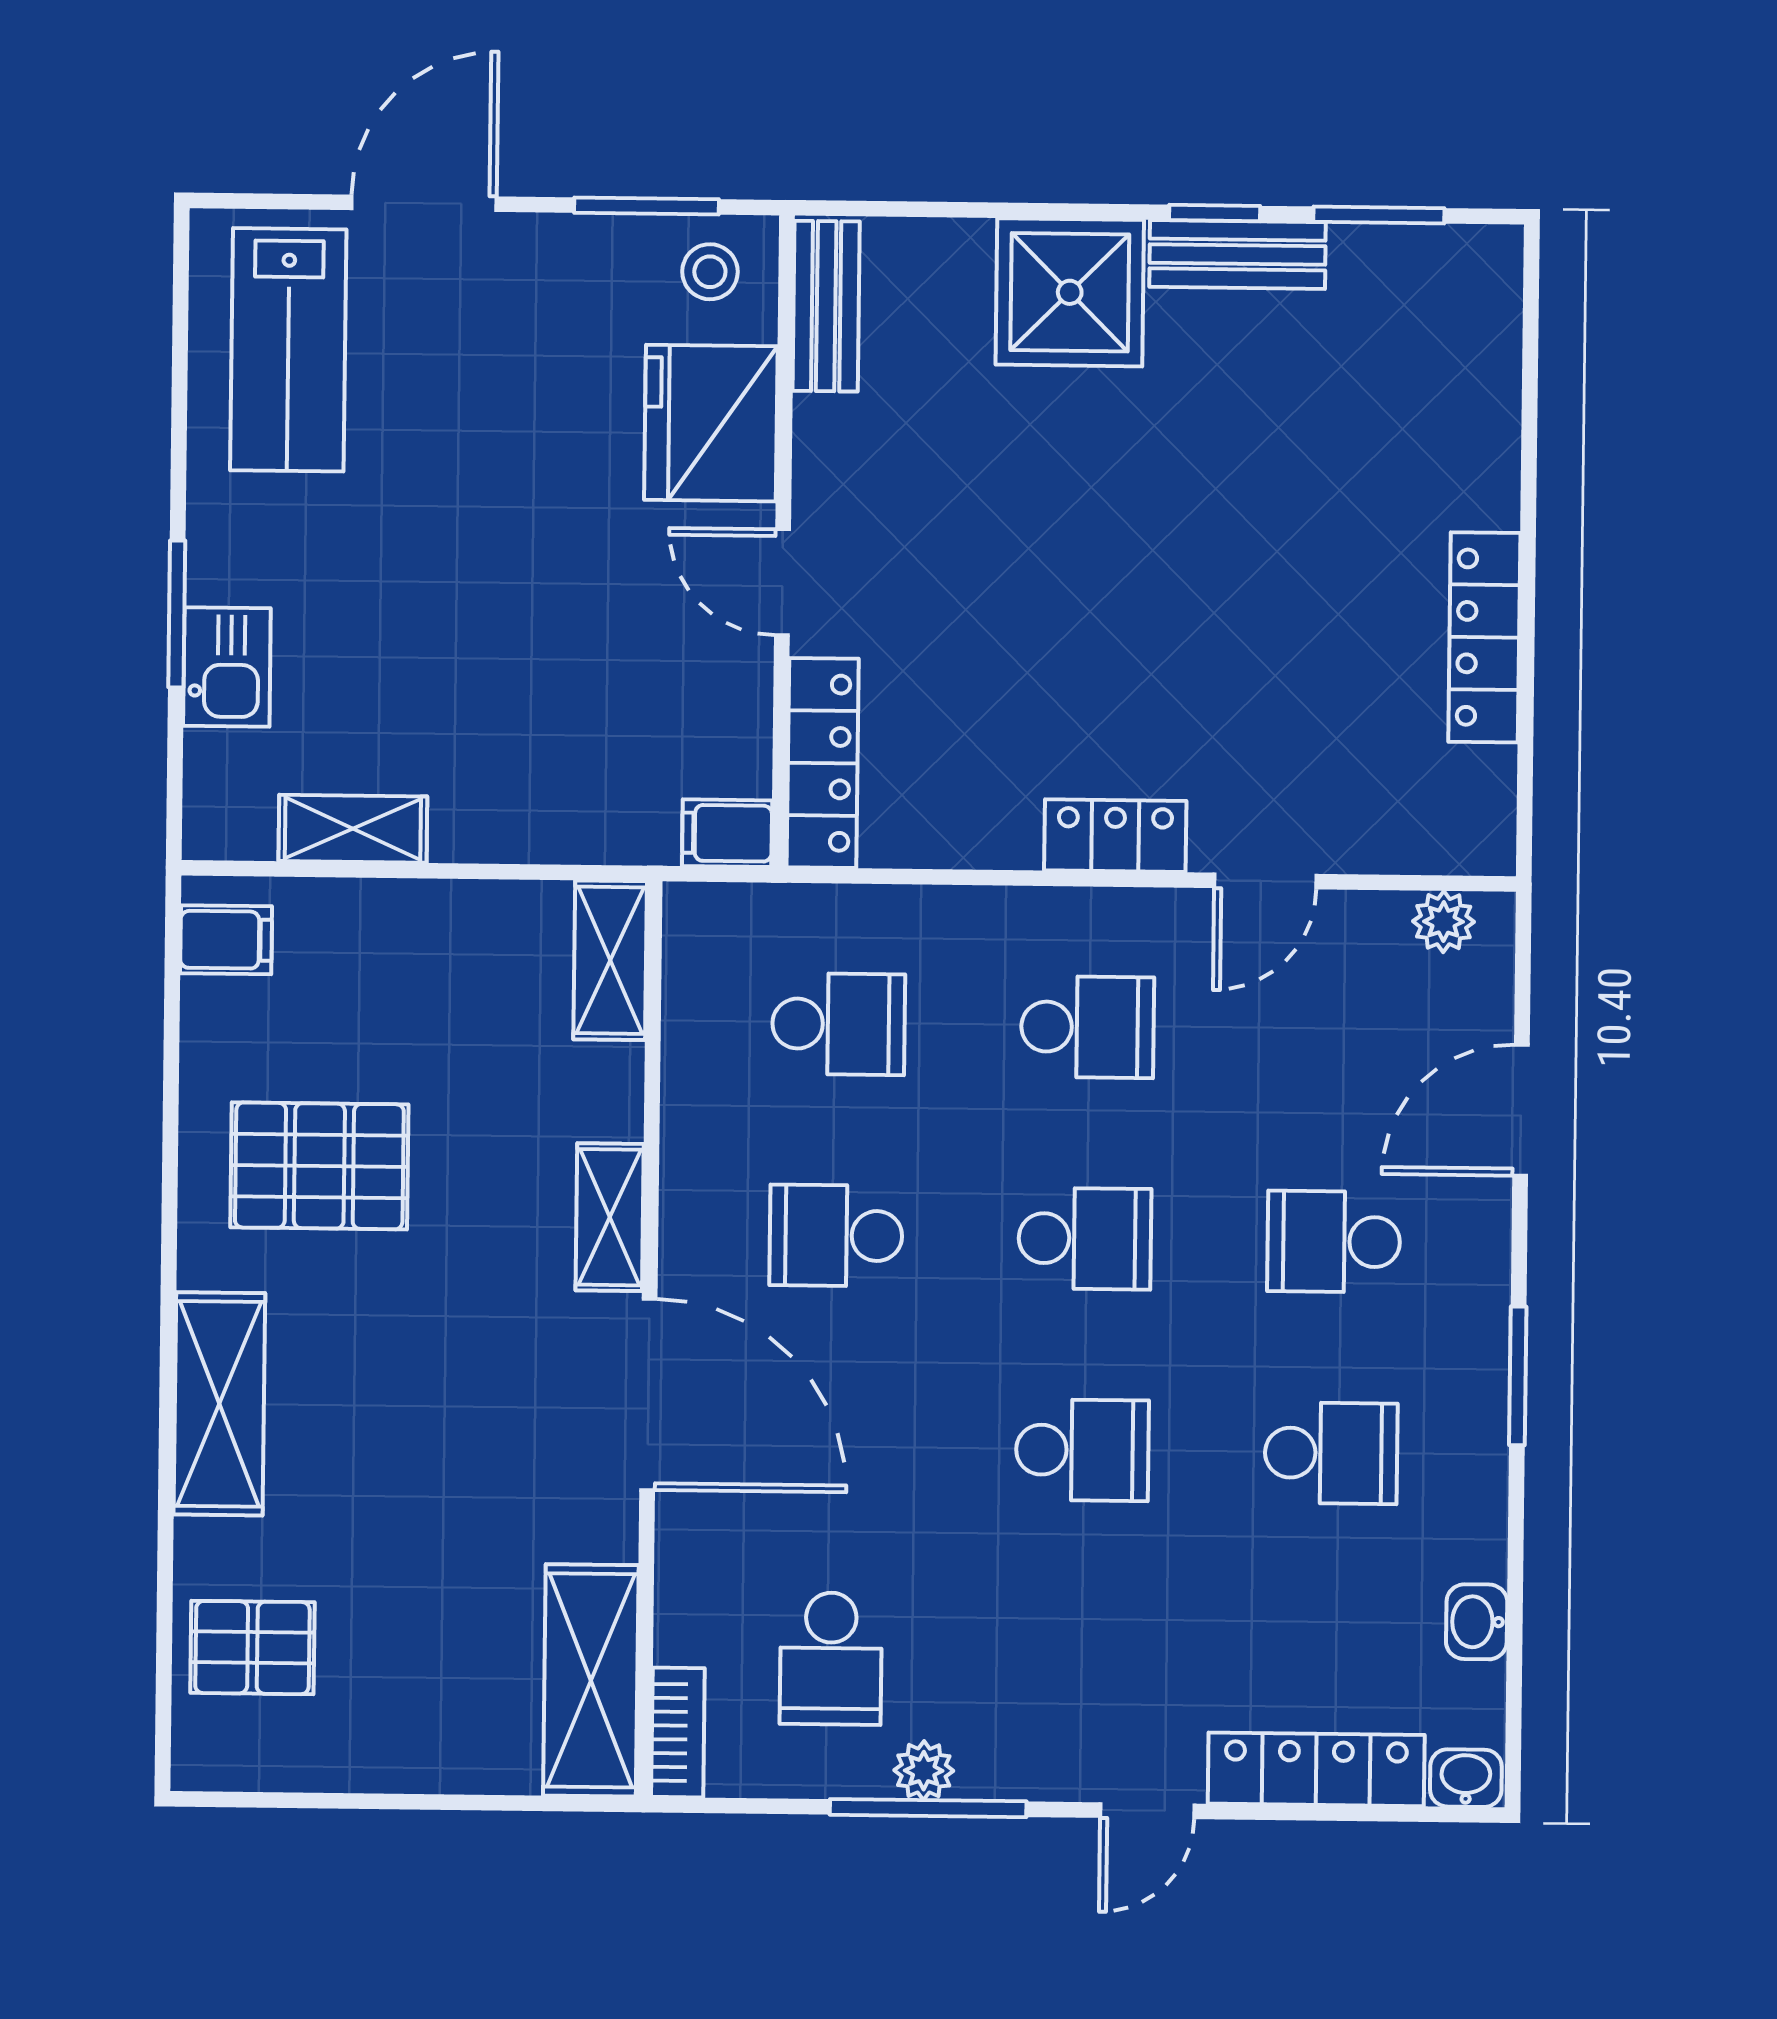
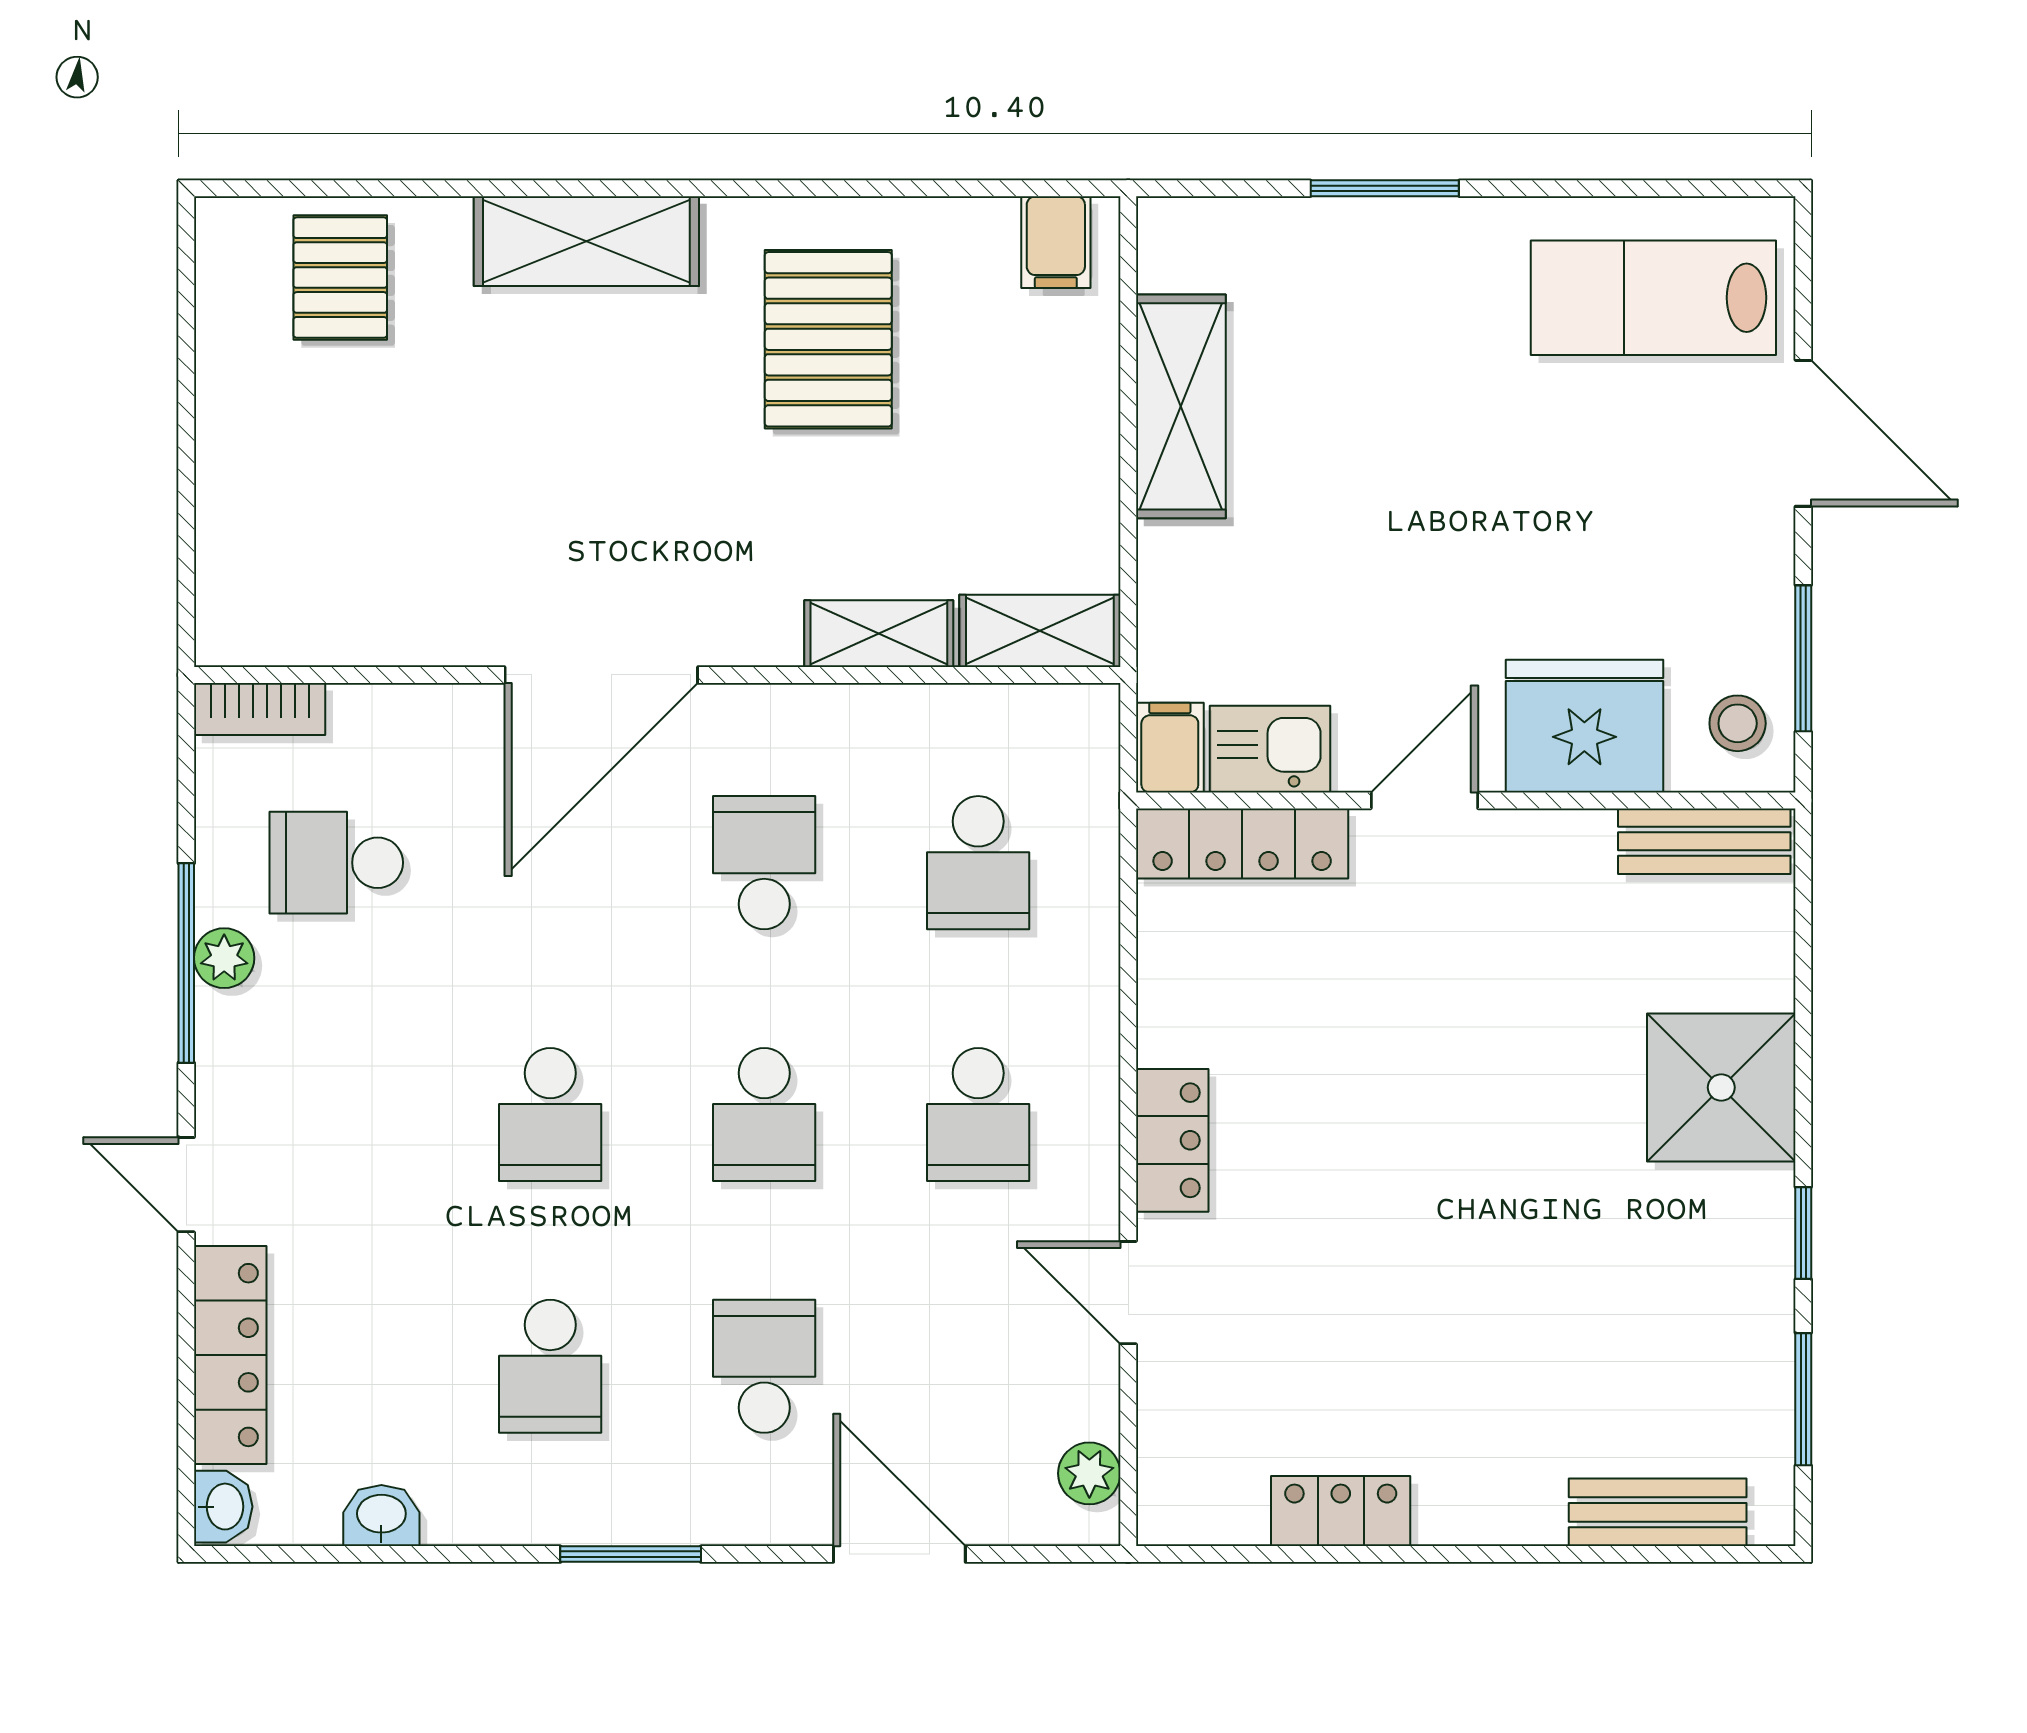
bench: (1238, 255) -> (1658, 1512), moved, turned 90
locker: (1484, 637) -> (1341, 1511), width x0.66
kitchen sink: (227, 667) -> (1270, 749), moved, turned 180
shelving: (353, 829) -> (1181, 406), width x1.50, depth x1.33
shelving: (610, 1217) -> (879, 634), moved
shelving: (591, 1680) -> (311, 620), removed

